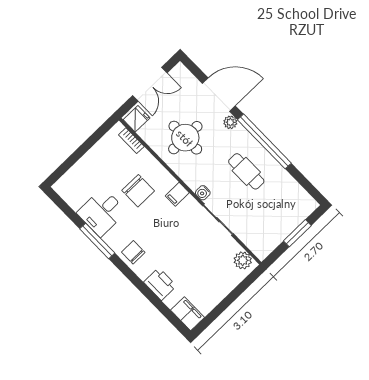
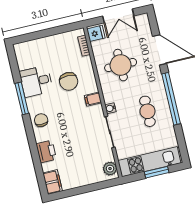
plant: (230, 122) -> (156, 73), removed
kitchen unit: (282, 226) -> (149, 162), added

